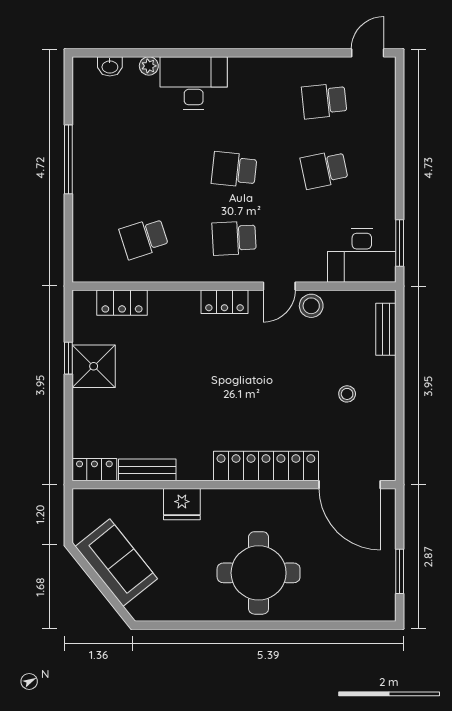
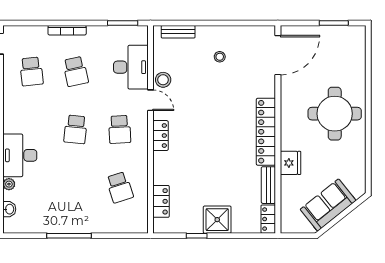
bookcase: (388, 156) -> (67, 30), added
desk: (362, 256) -> (131, 67), moved
shower: (94, 366) -> (217, 220), moved
locker: (266, 466) -> (266, 132), moved

